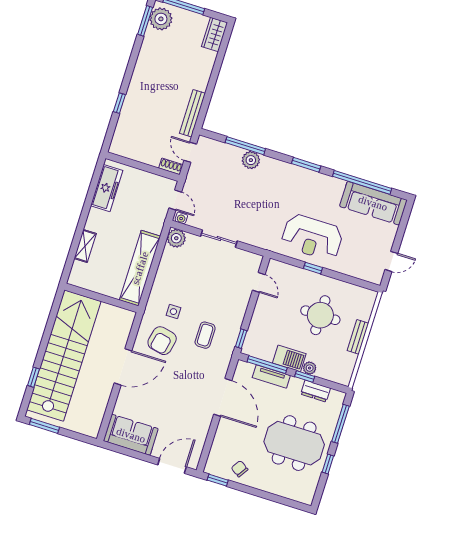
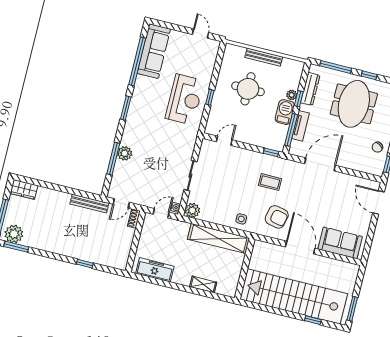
side table: (173, 312) -> (241, 219), moved
bench: (358, 337) -> (264, 57), width x1.36
dresser: (316, 391) -> (310, 89), width x1.44
sofa: (131, 435) -> (340, 243), moved, turned 90

